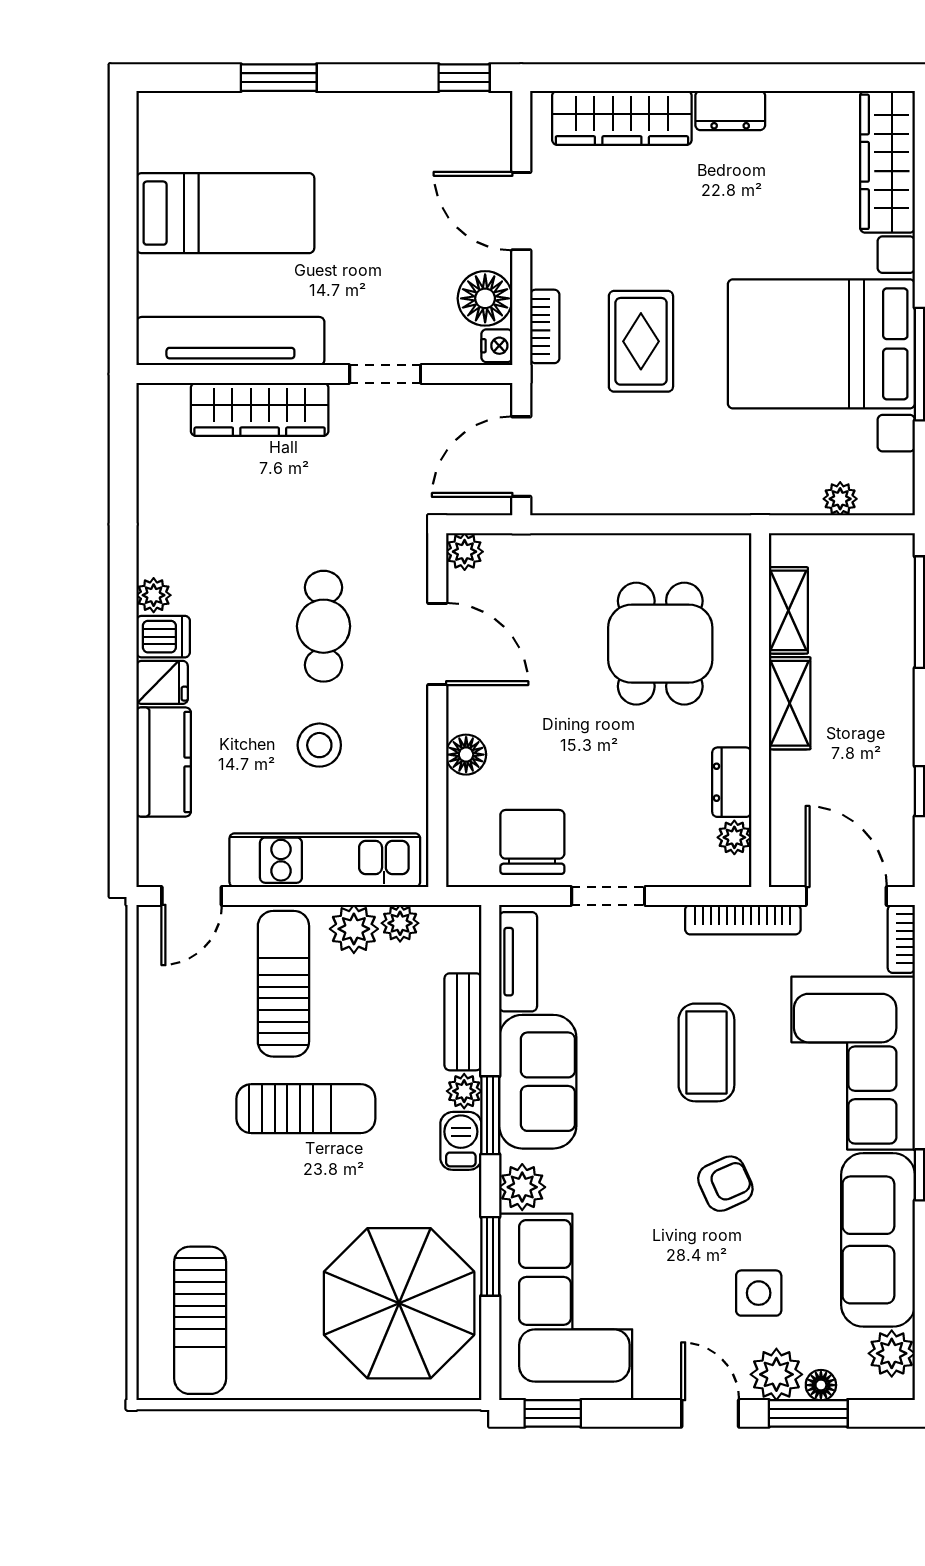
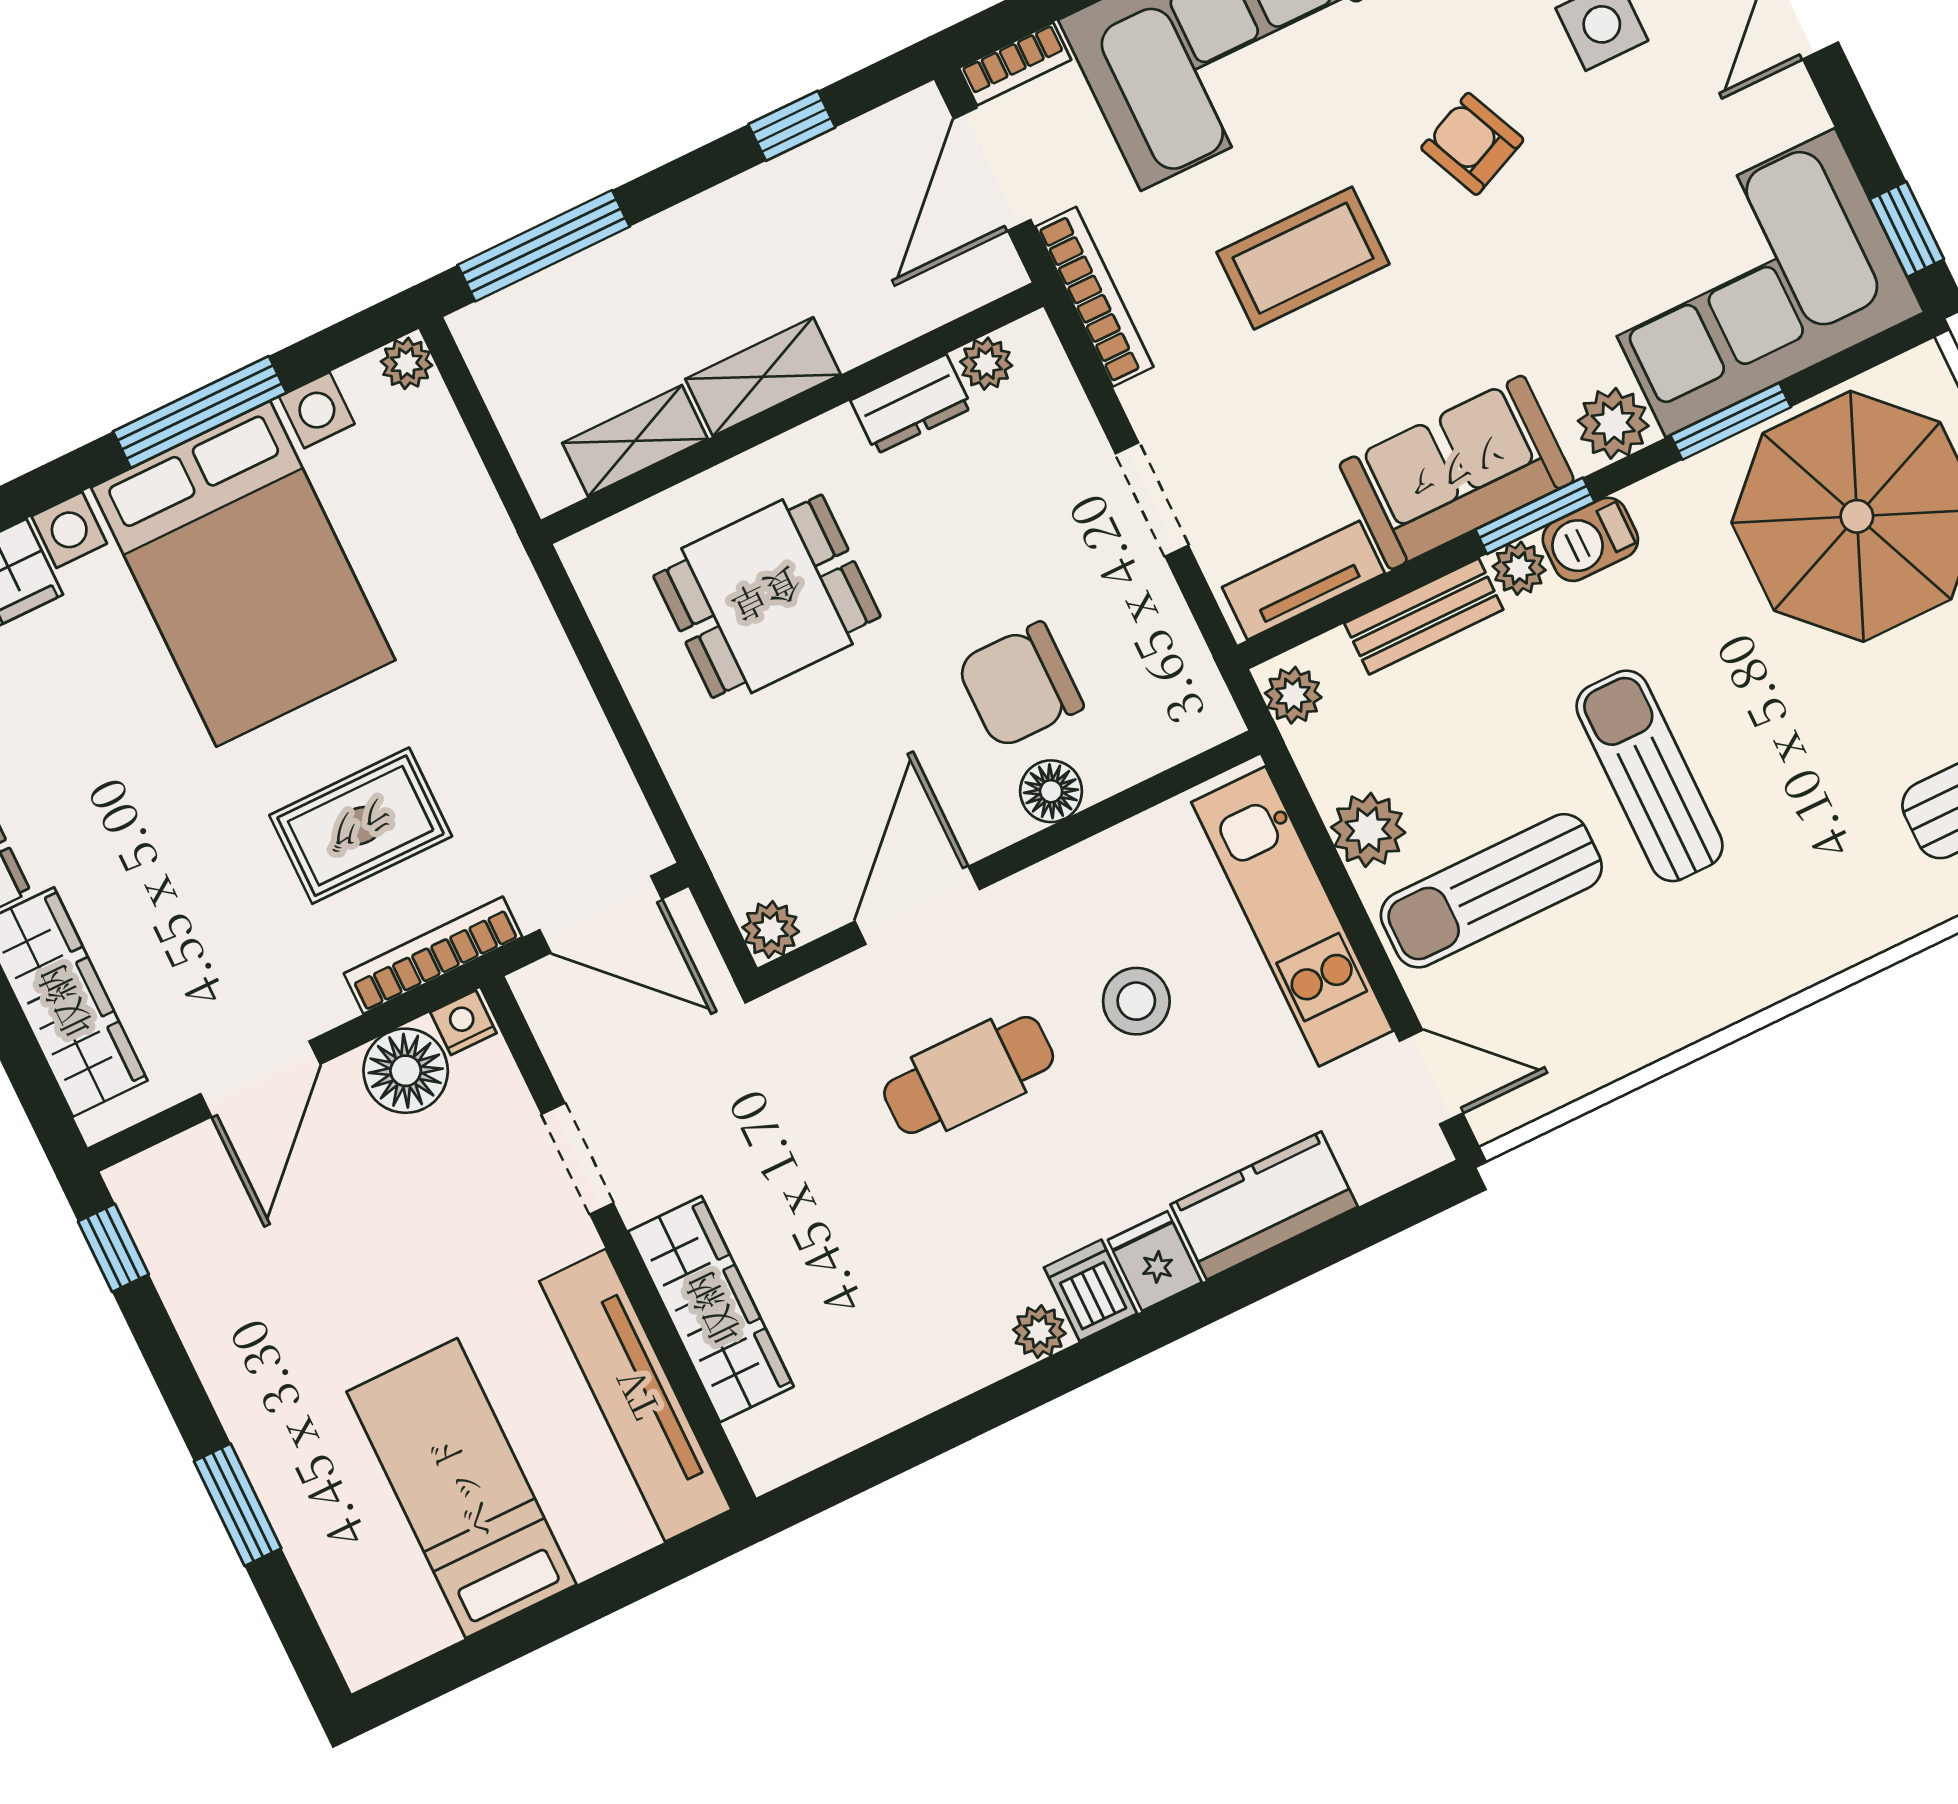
bookcase: (545, 326) -> (433, 955), width x1.56
plant: (840, 499) -> (407, 363), moved
chair: (532, 842) -> (1020, 685), moved
plant: (400, 923) -> (1293, 695), moved

